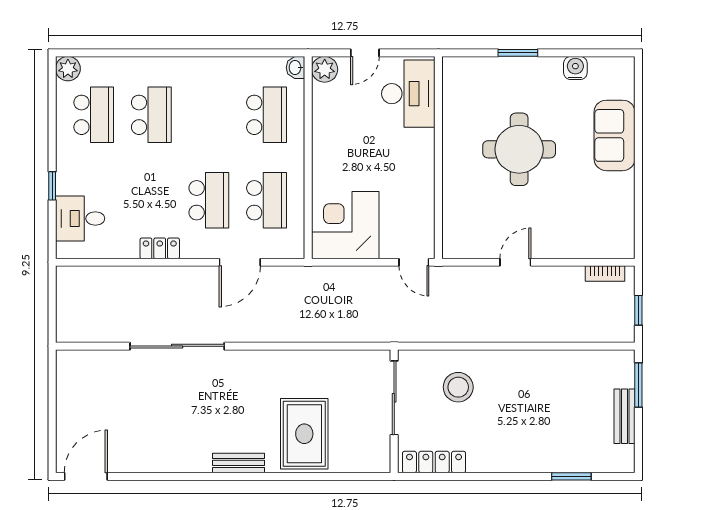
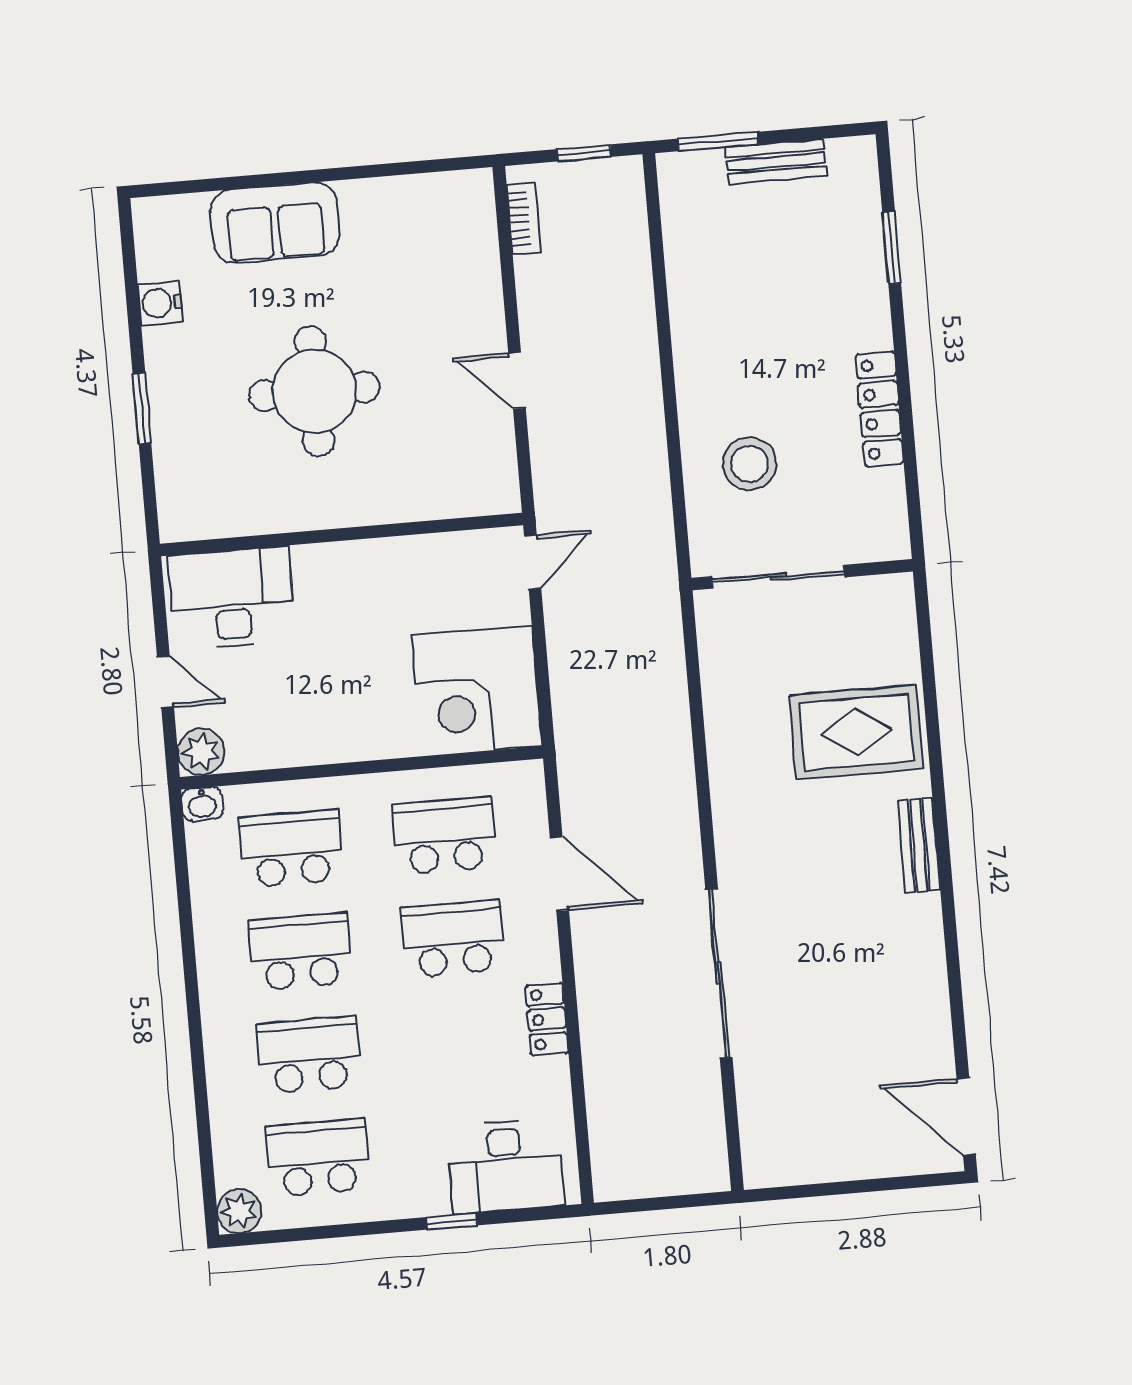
school desk: (209, 115) -> (300, 952), added
desk: (80, 218) -> (506, 1166), width x1.37
locker: (434, 462) -> (880, 409), moved

